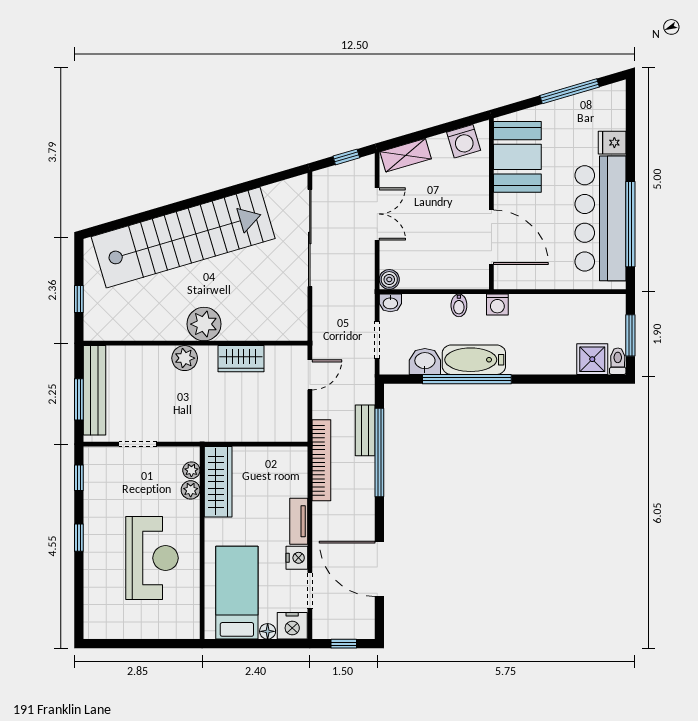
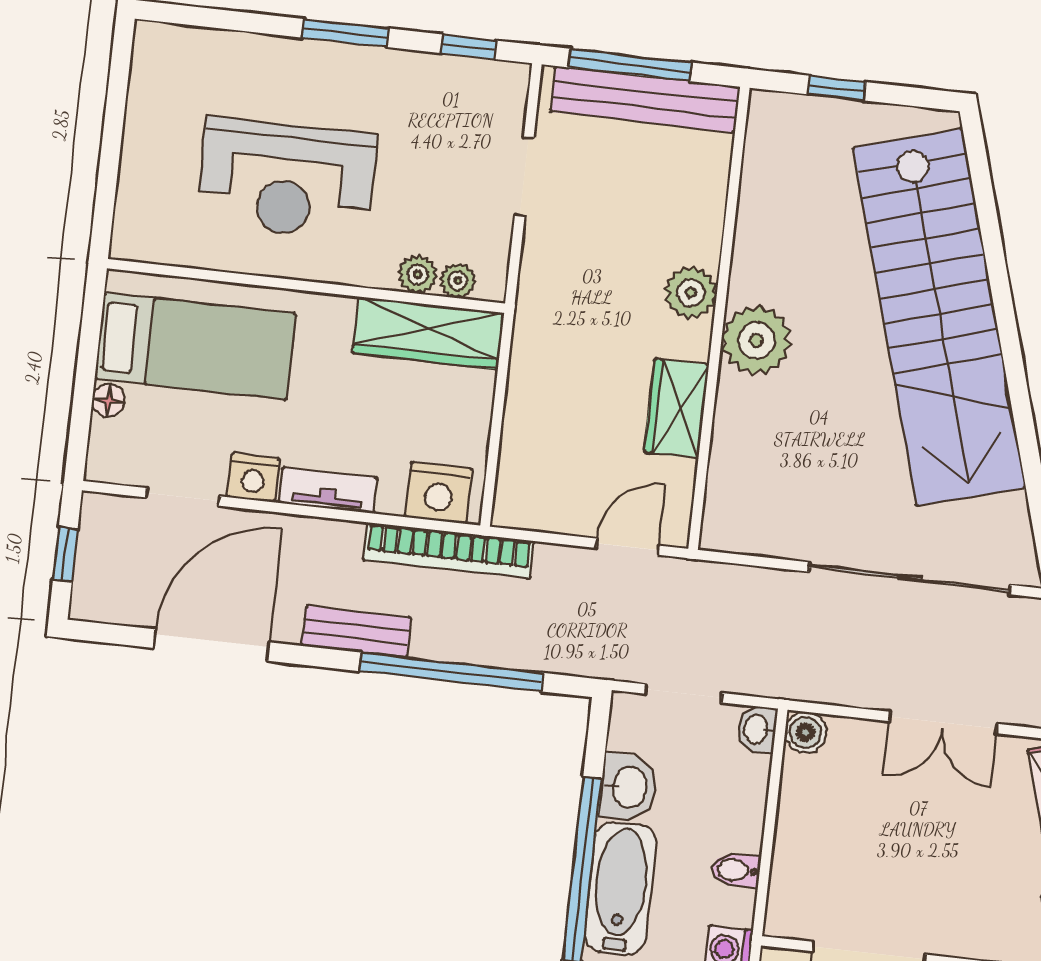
door: (310, 375) -> (627, 547), swing flipped
window: (79, 399) -> (630, 65), width x1.44
bench: (365, 430) -> (356, 632), moved
window: (79, 538) -> (345, 33), width x1.50
nightstand: (292, 626) -> (439, 493), moved, turned -90

